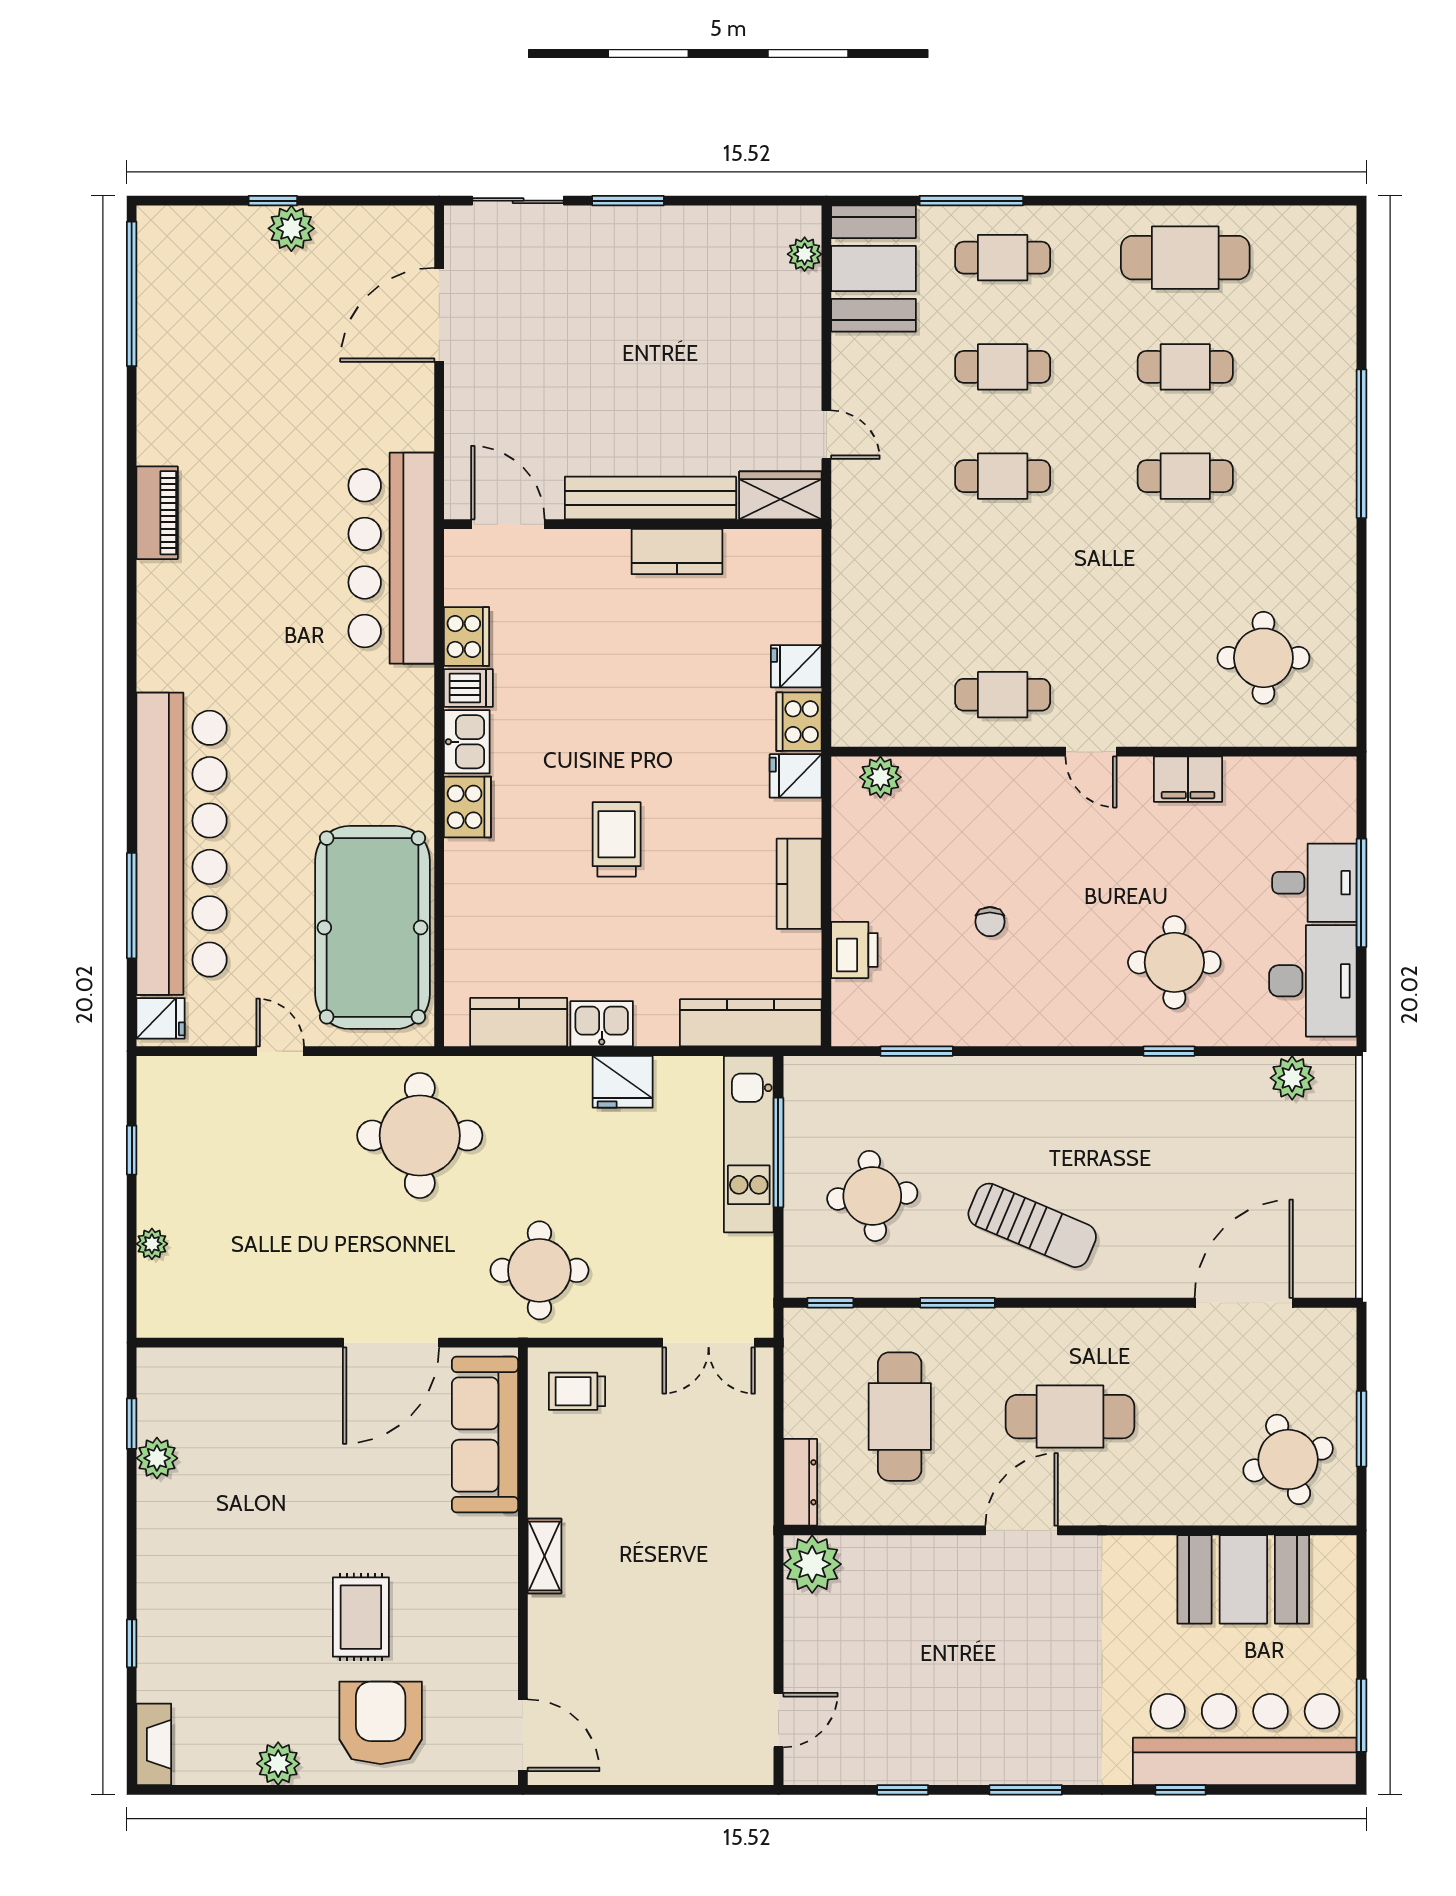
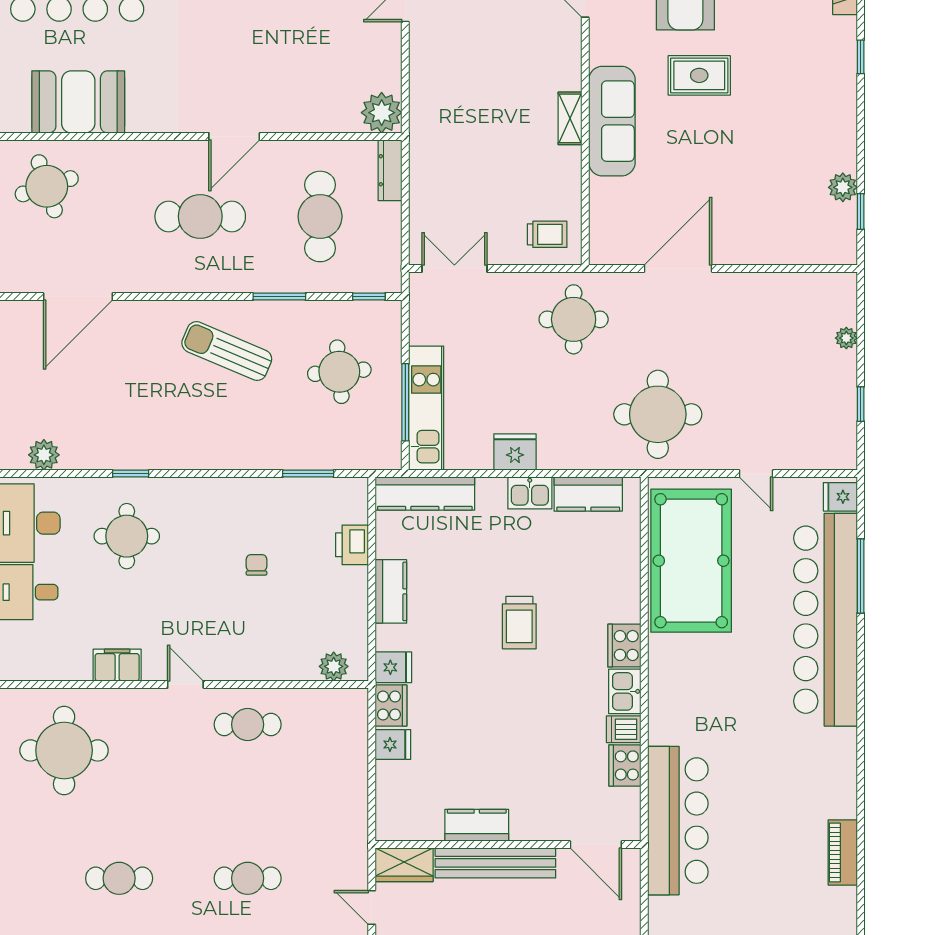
round table: (1263, 658) -> (64, 750), width x1.36, depth x1.36
sofa: (485, 1434) -> (612, 121), moved
rug: (361, 1617) -> (699, 75), turned 90

